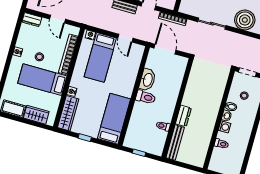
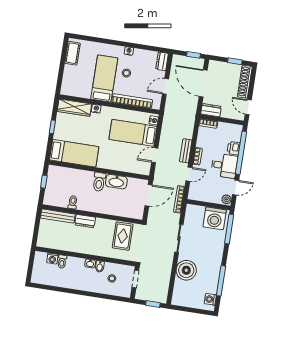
rug: (203, 80) -> (123, 236), added
wardrobe: (36, 115) -> (69, 77), removed
washing machine: (224, 127) -> (52, 258), moved

